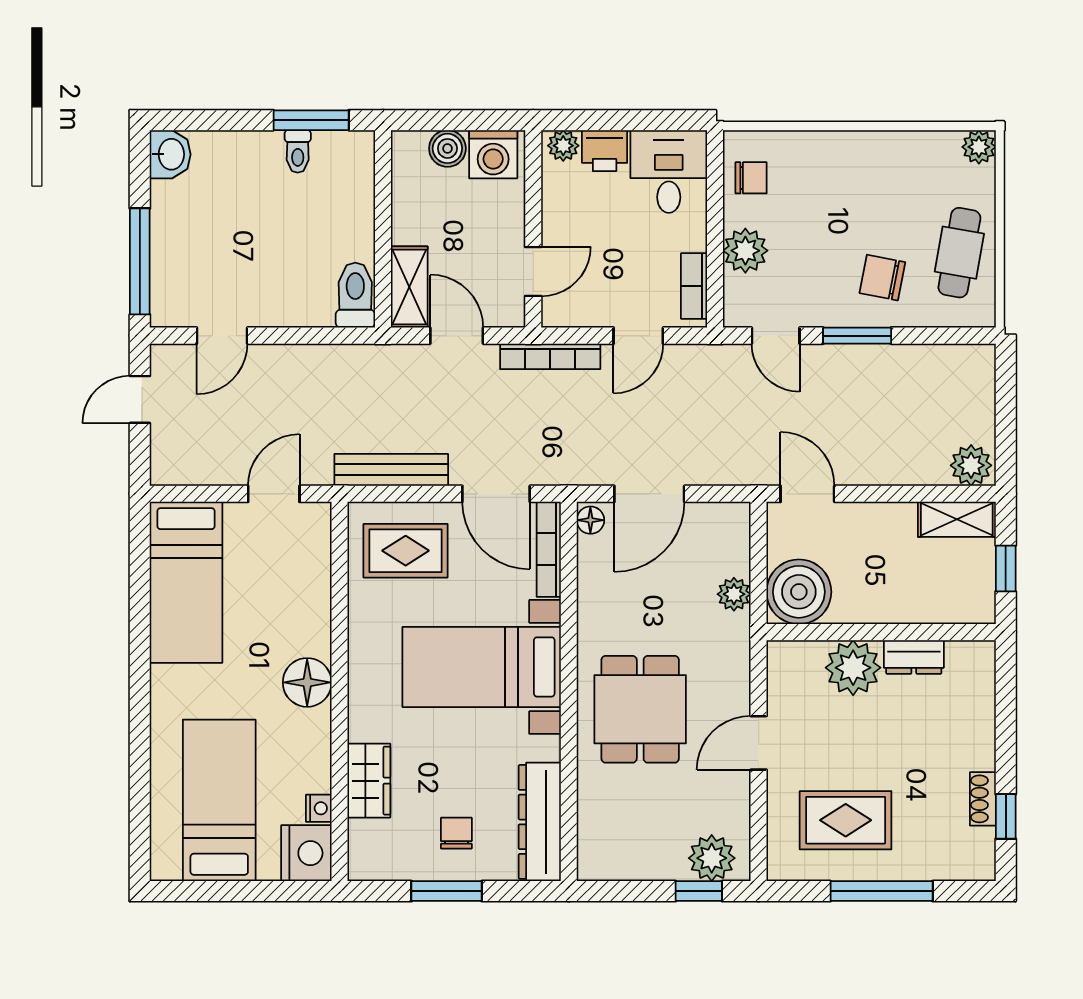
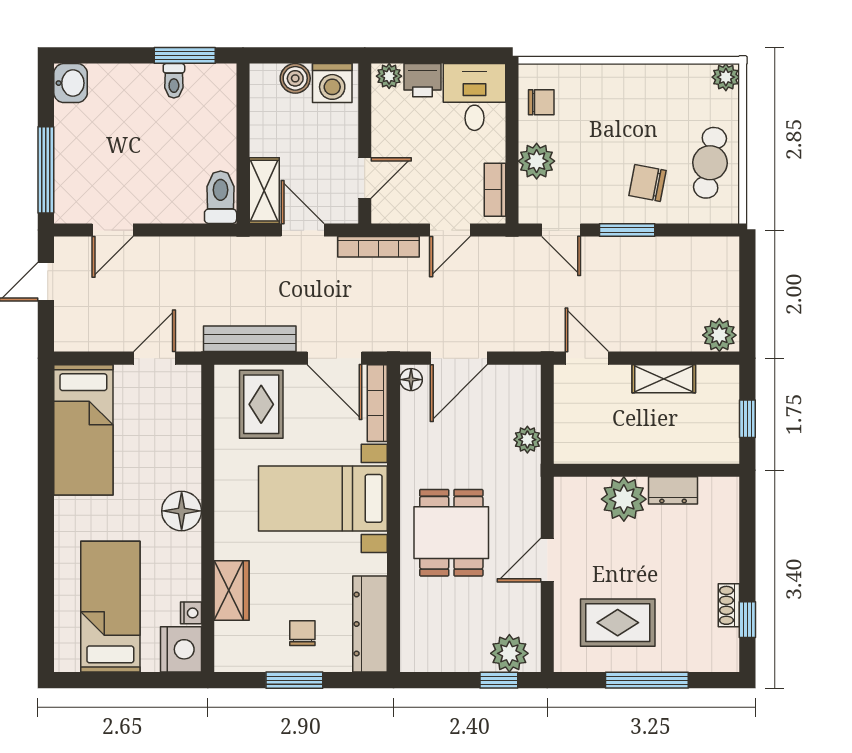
shelving: (957, 519) -> (664, 379), moved
rug: (406, 551) -> (261, 404), turned 90
boiler: (799, 592) -> (580, 438), removed

